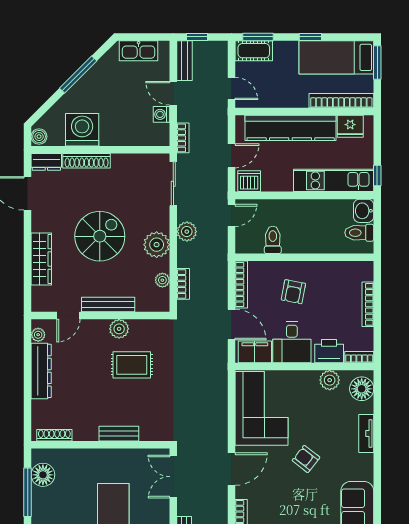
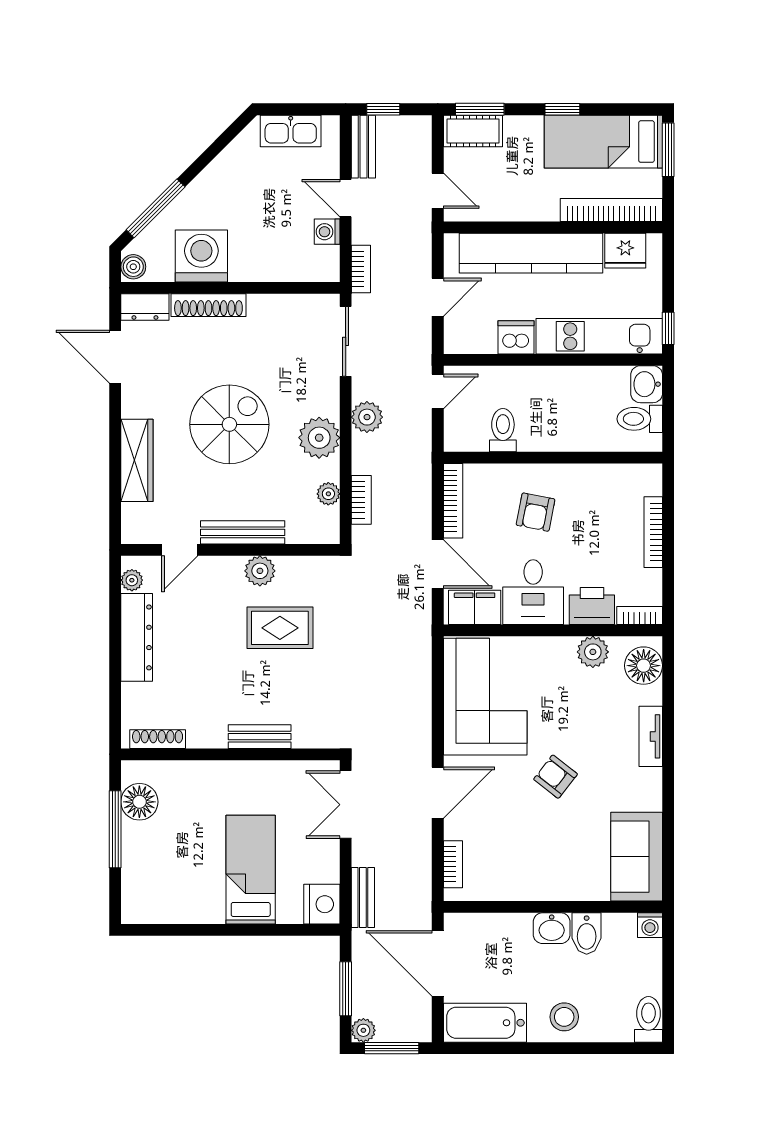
window: (78, 75) -> (156, 208), moved
dishwasher: (249, 181) -> (516, 337), moved

